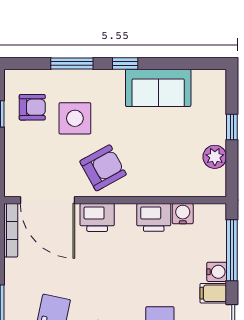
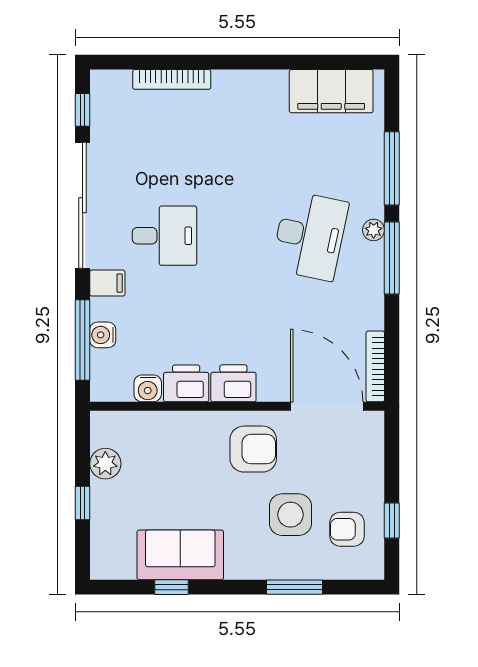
window: (125, 63) -> (171, 587), moved
armchair: (103, 168) -> (253, 449), turned -151
printer: (97, 217) -> (233, 383), moved
water cooler: (217, 272) -> (103, 335), moved

